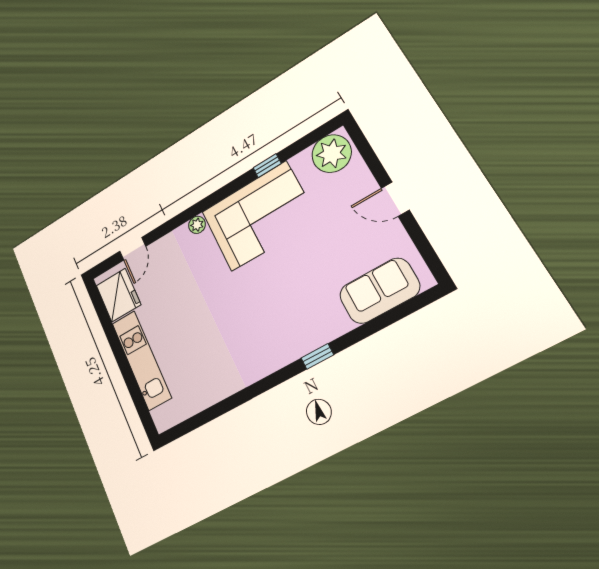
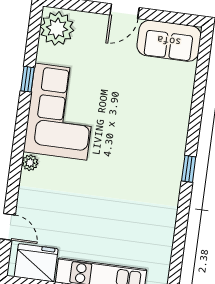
sofa: (379, 291) -> (169, 41), moved, turned -90
window: (317, 356) -> (189, 169), moved

